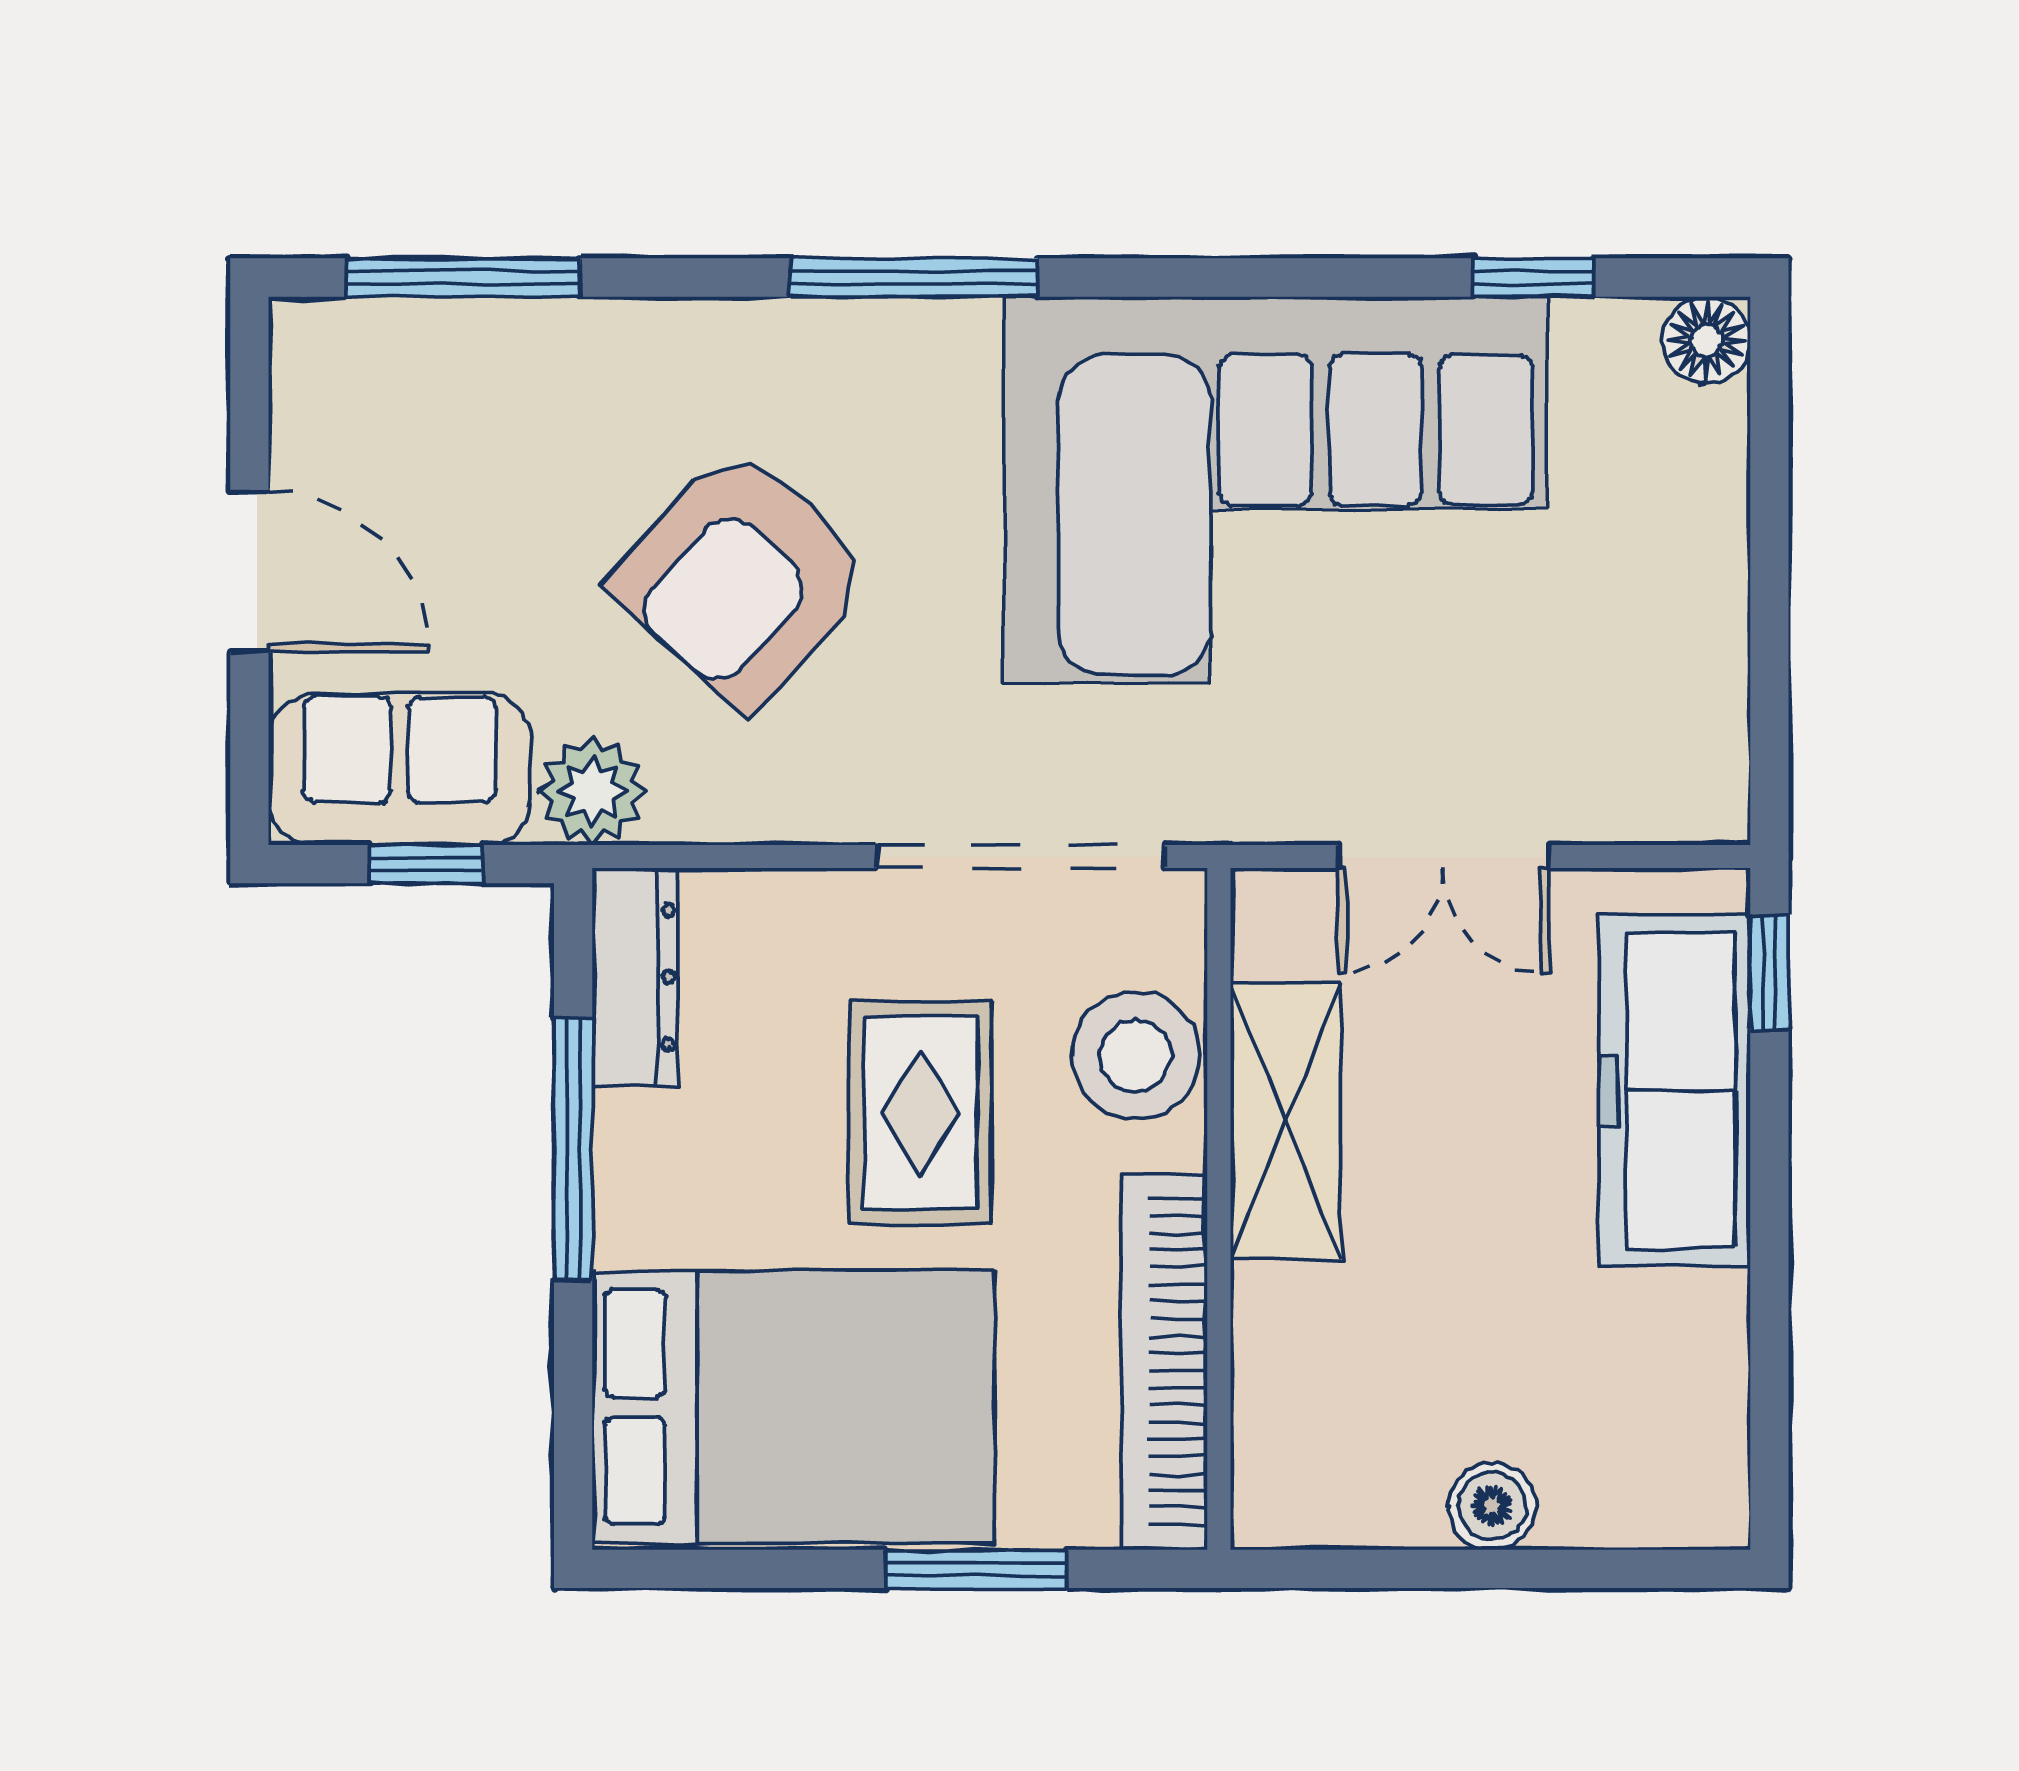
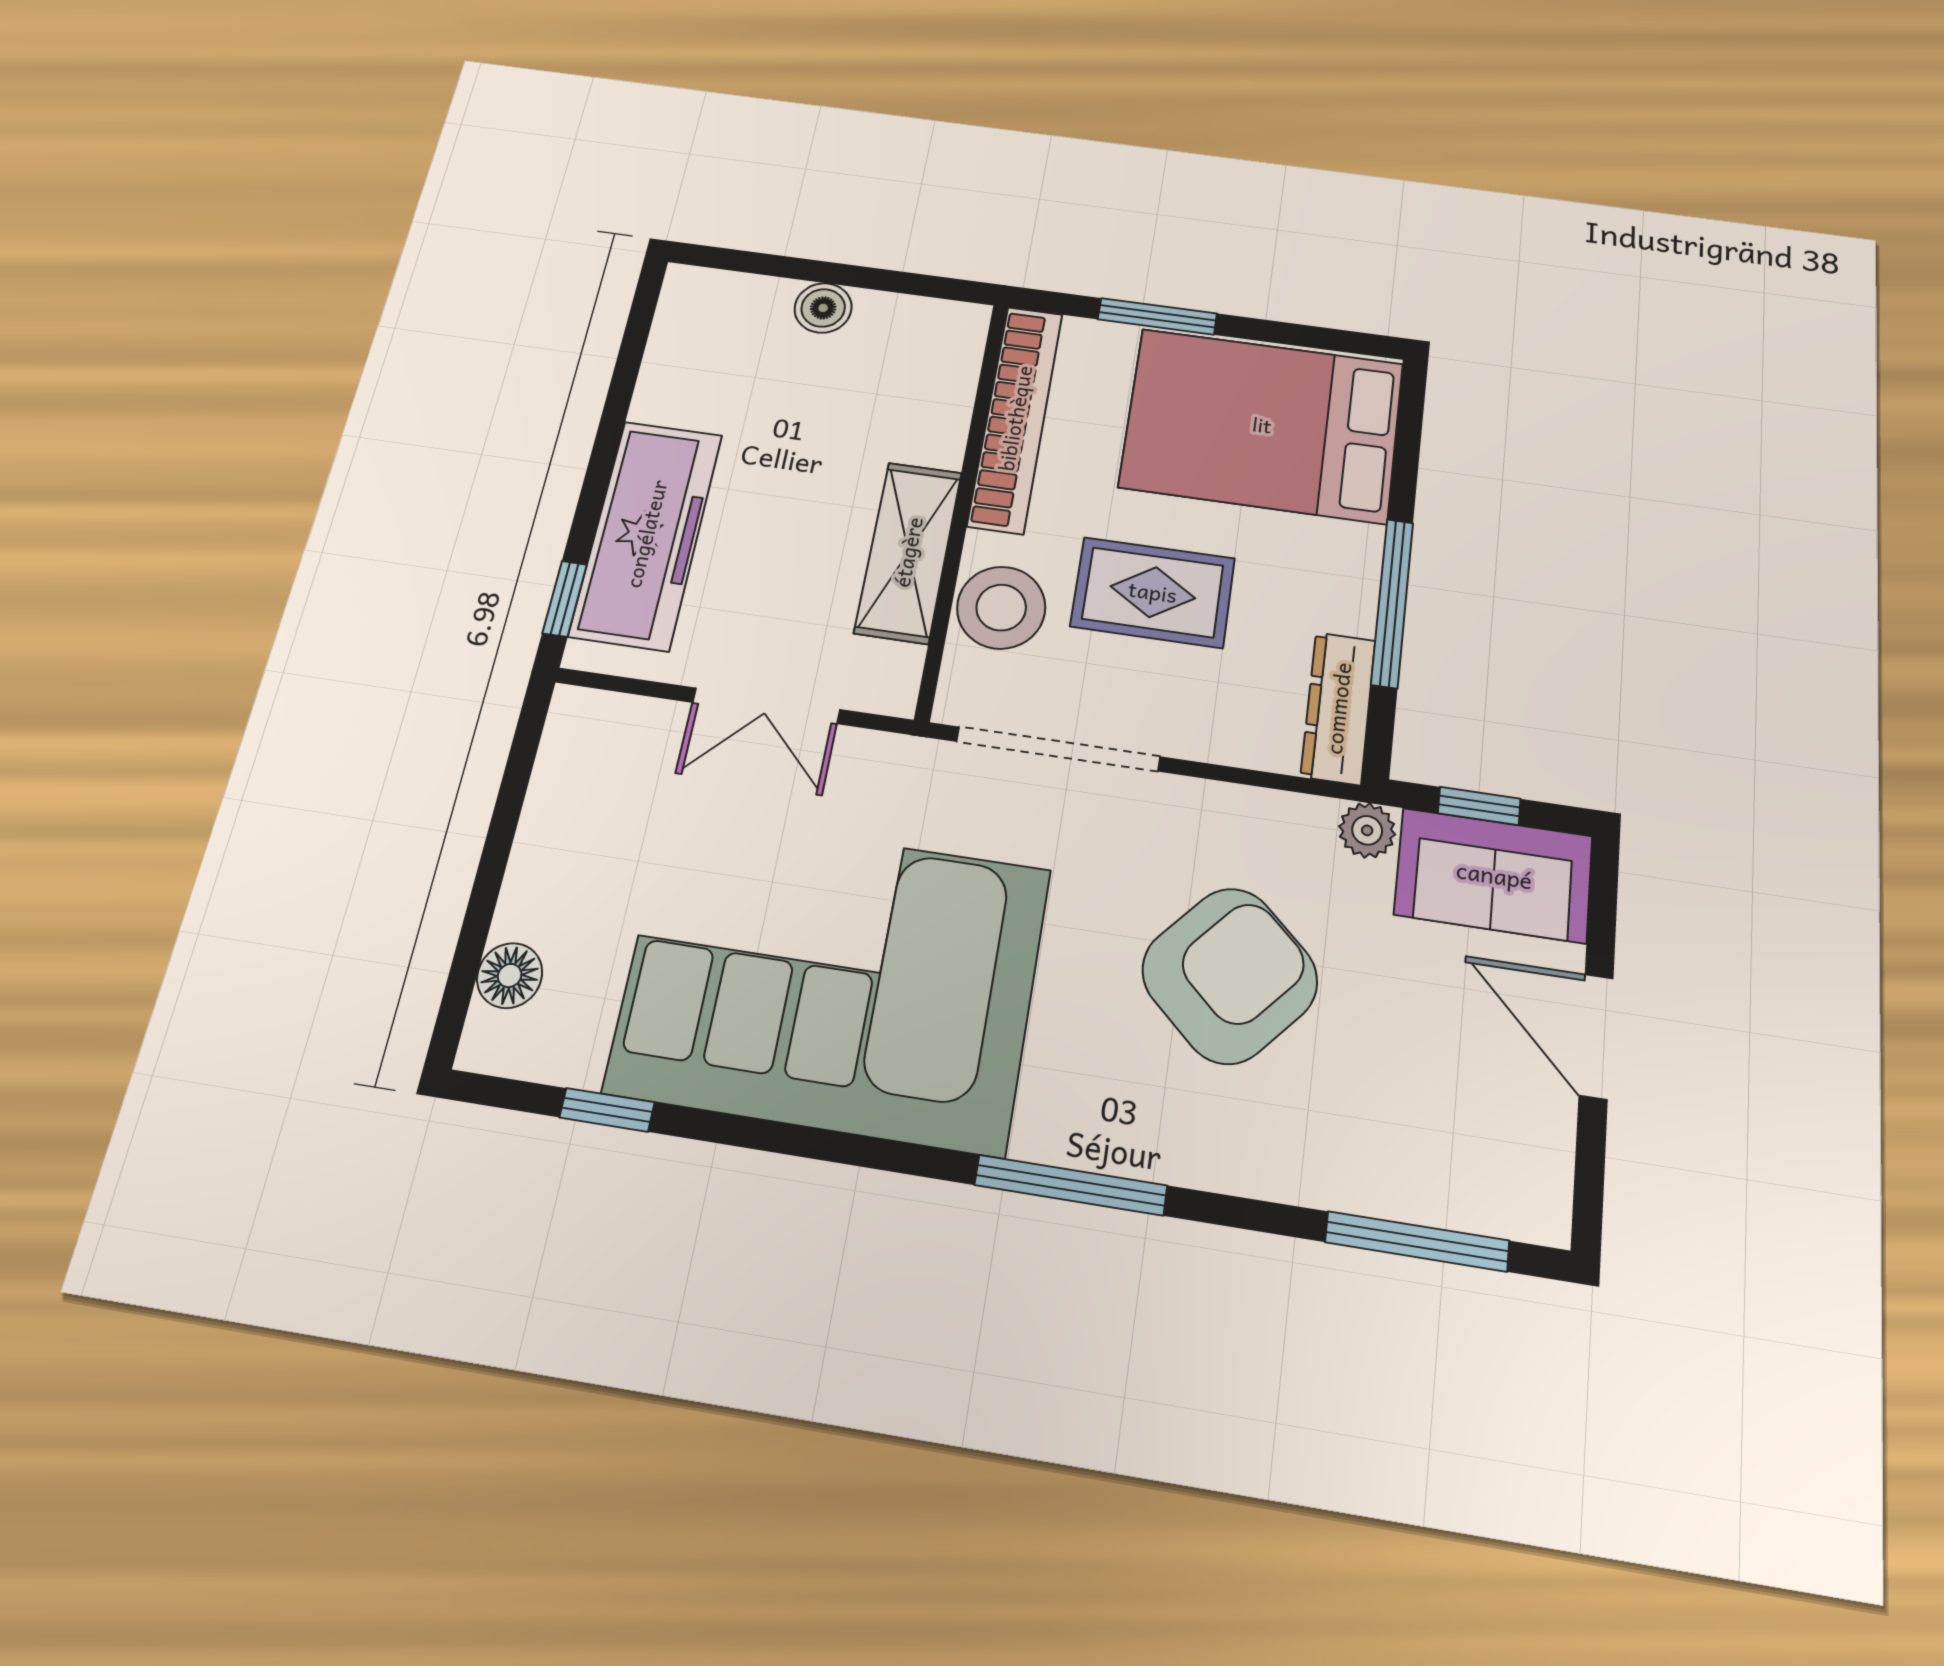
floor lamp: (1706, 340) -> (510, 976), moved
plant: (592, 791) -> (1367, 830), width x0.73, depth x0.73
double door: (1443, 857) -> (766, 706), swing flipped
rug: (920, 1113) -> (1153, 592), turned 90

